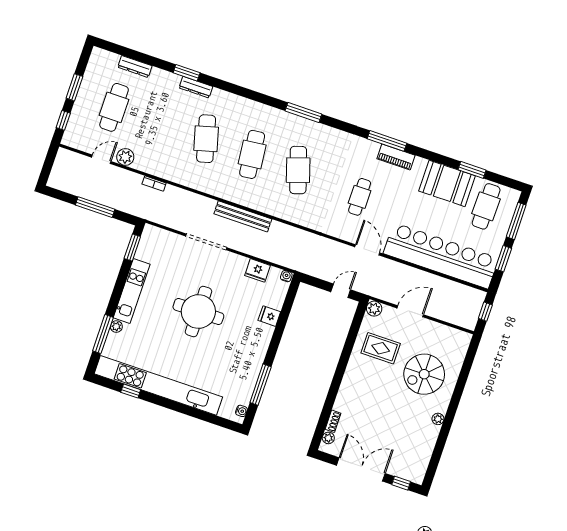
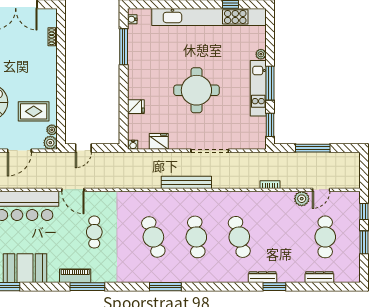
window: (103, 334) -> (270, 83), moved
plant: (328, 438) -> (52, 130), moved

